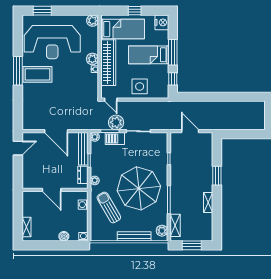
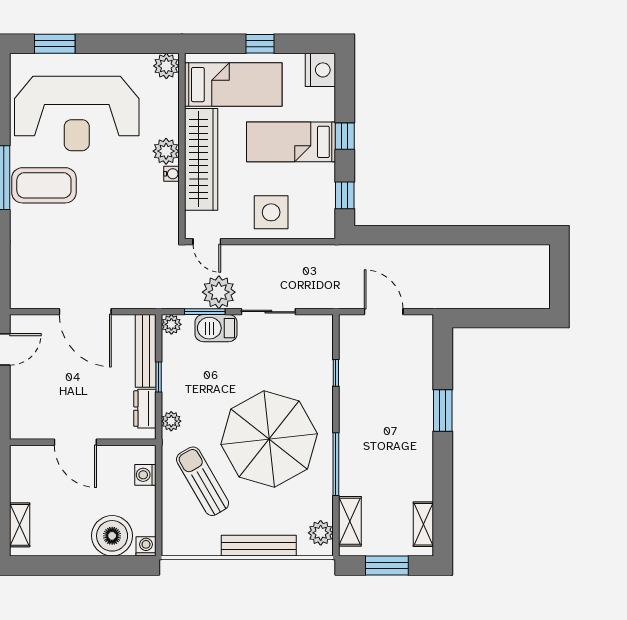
window: (173, 52) -> (345, 136), width x0.46
shelving: (208, 202) -> (423, 524), moved
boiler: (64, 236) -> (112, 536), width x1.86, depth x1.86

